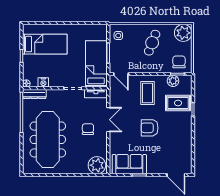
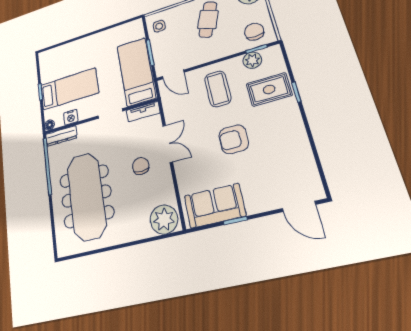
bed: (45, 44) -> (69, 89), moved

